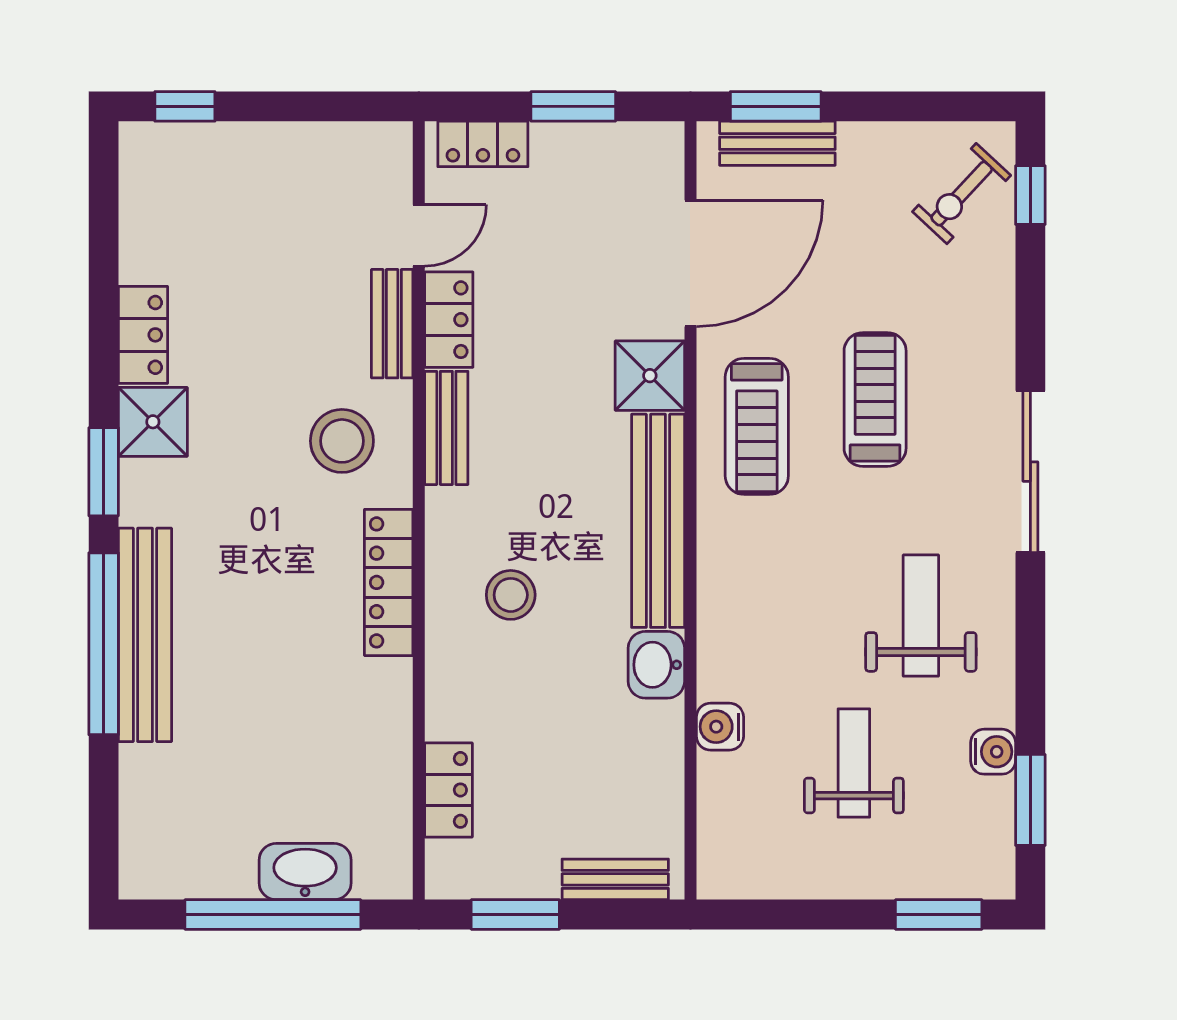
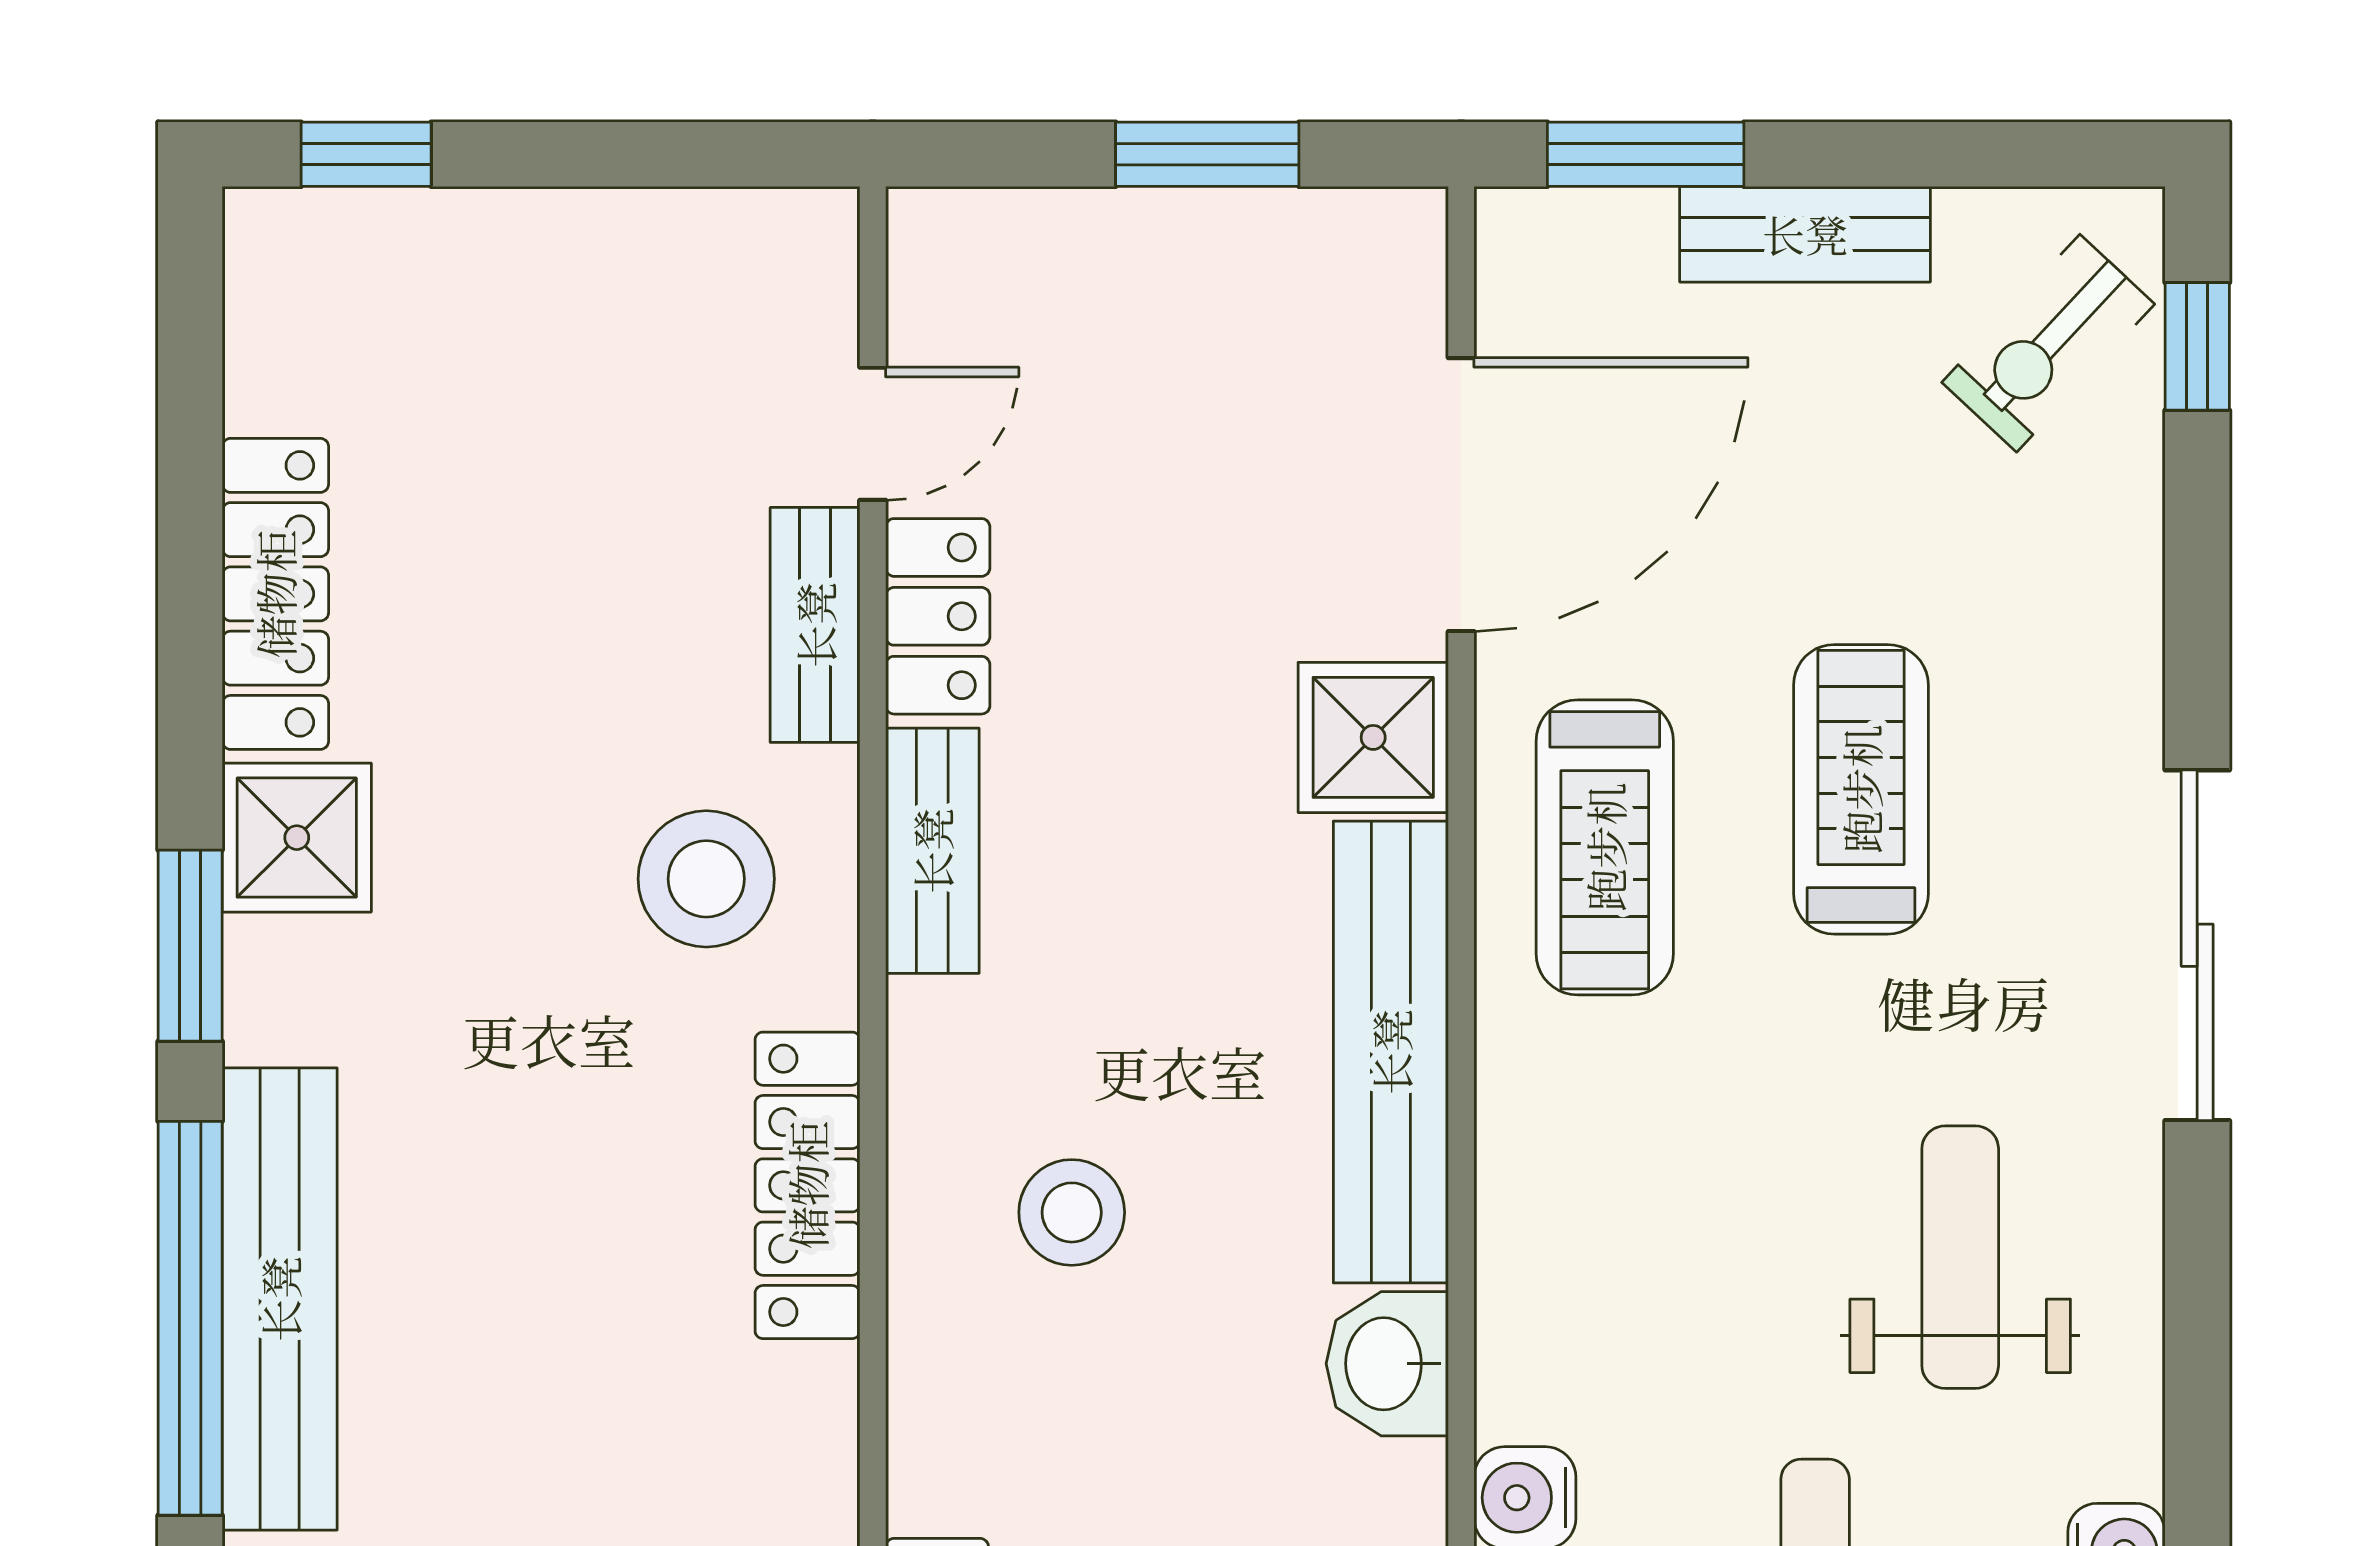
bench: (777, 143) -> (1805, 234), moved
locker: (483, 144) -> (1012, 236), removed
locker: (143, 335) -> (275, 594), width x1.53

